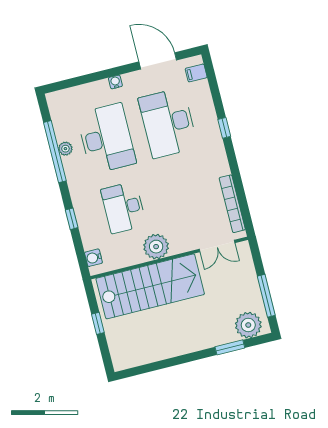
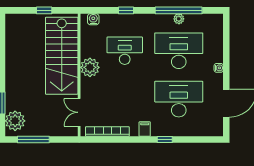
filing cabinet: (196, 73) -> (145, 129), moved
desk: (106, 138) -> (179, 51), turned 180

